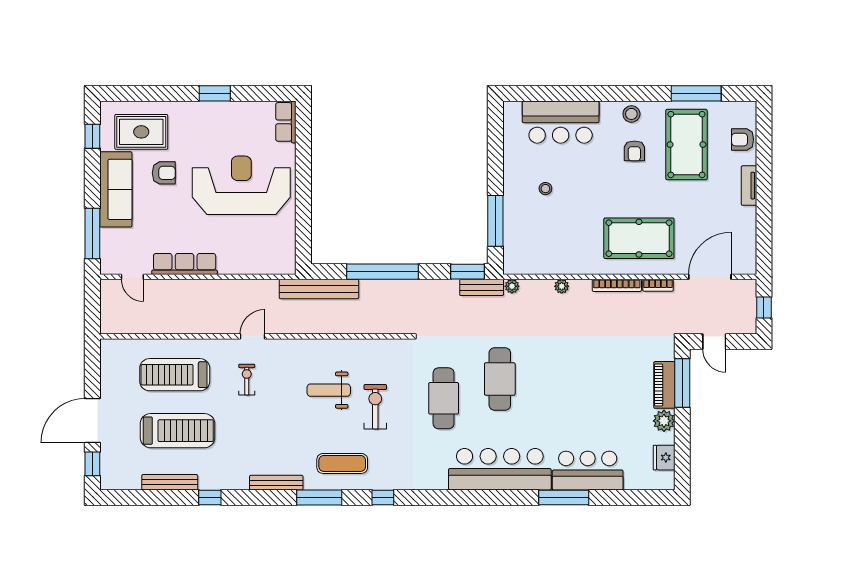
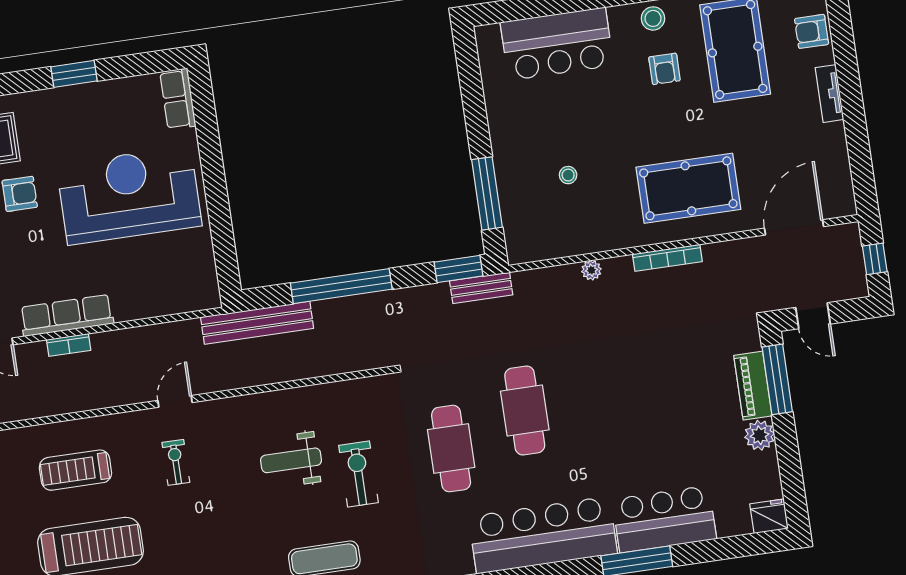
stool: (545, 189) -> (568, 175), moved
bookcase: (658, 285) -> (69, 345), moved
plant: (512, 286) -> (523, 280), removed
treadmill: (175, 375) -> (75, 470), width x0.73, depth x0.73
fridge: (664, 458) -> (769, 516), moved, turned 90

